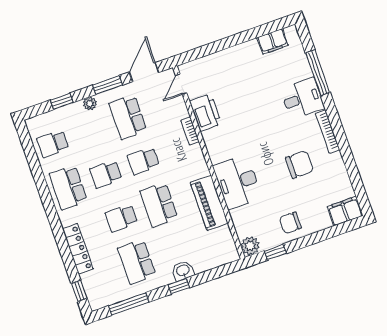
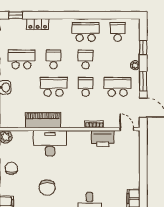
locker: (78, 249) -> (38, 24), width x0.66

